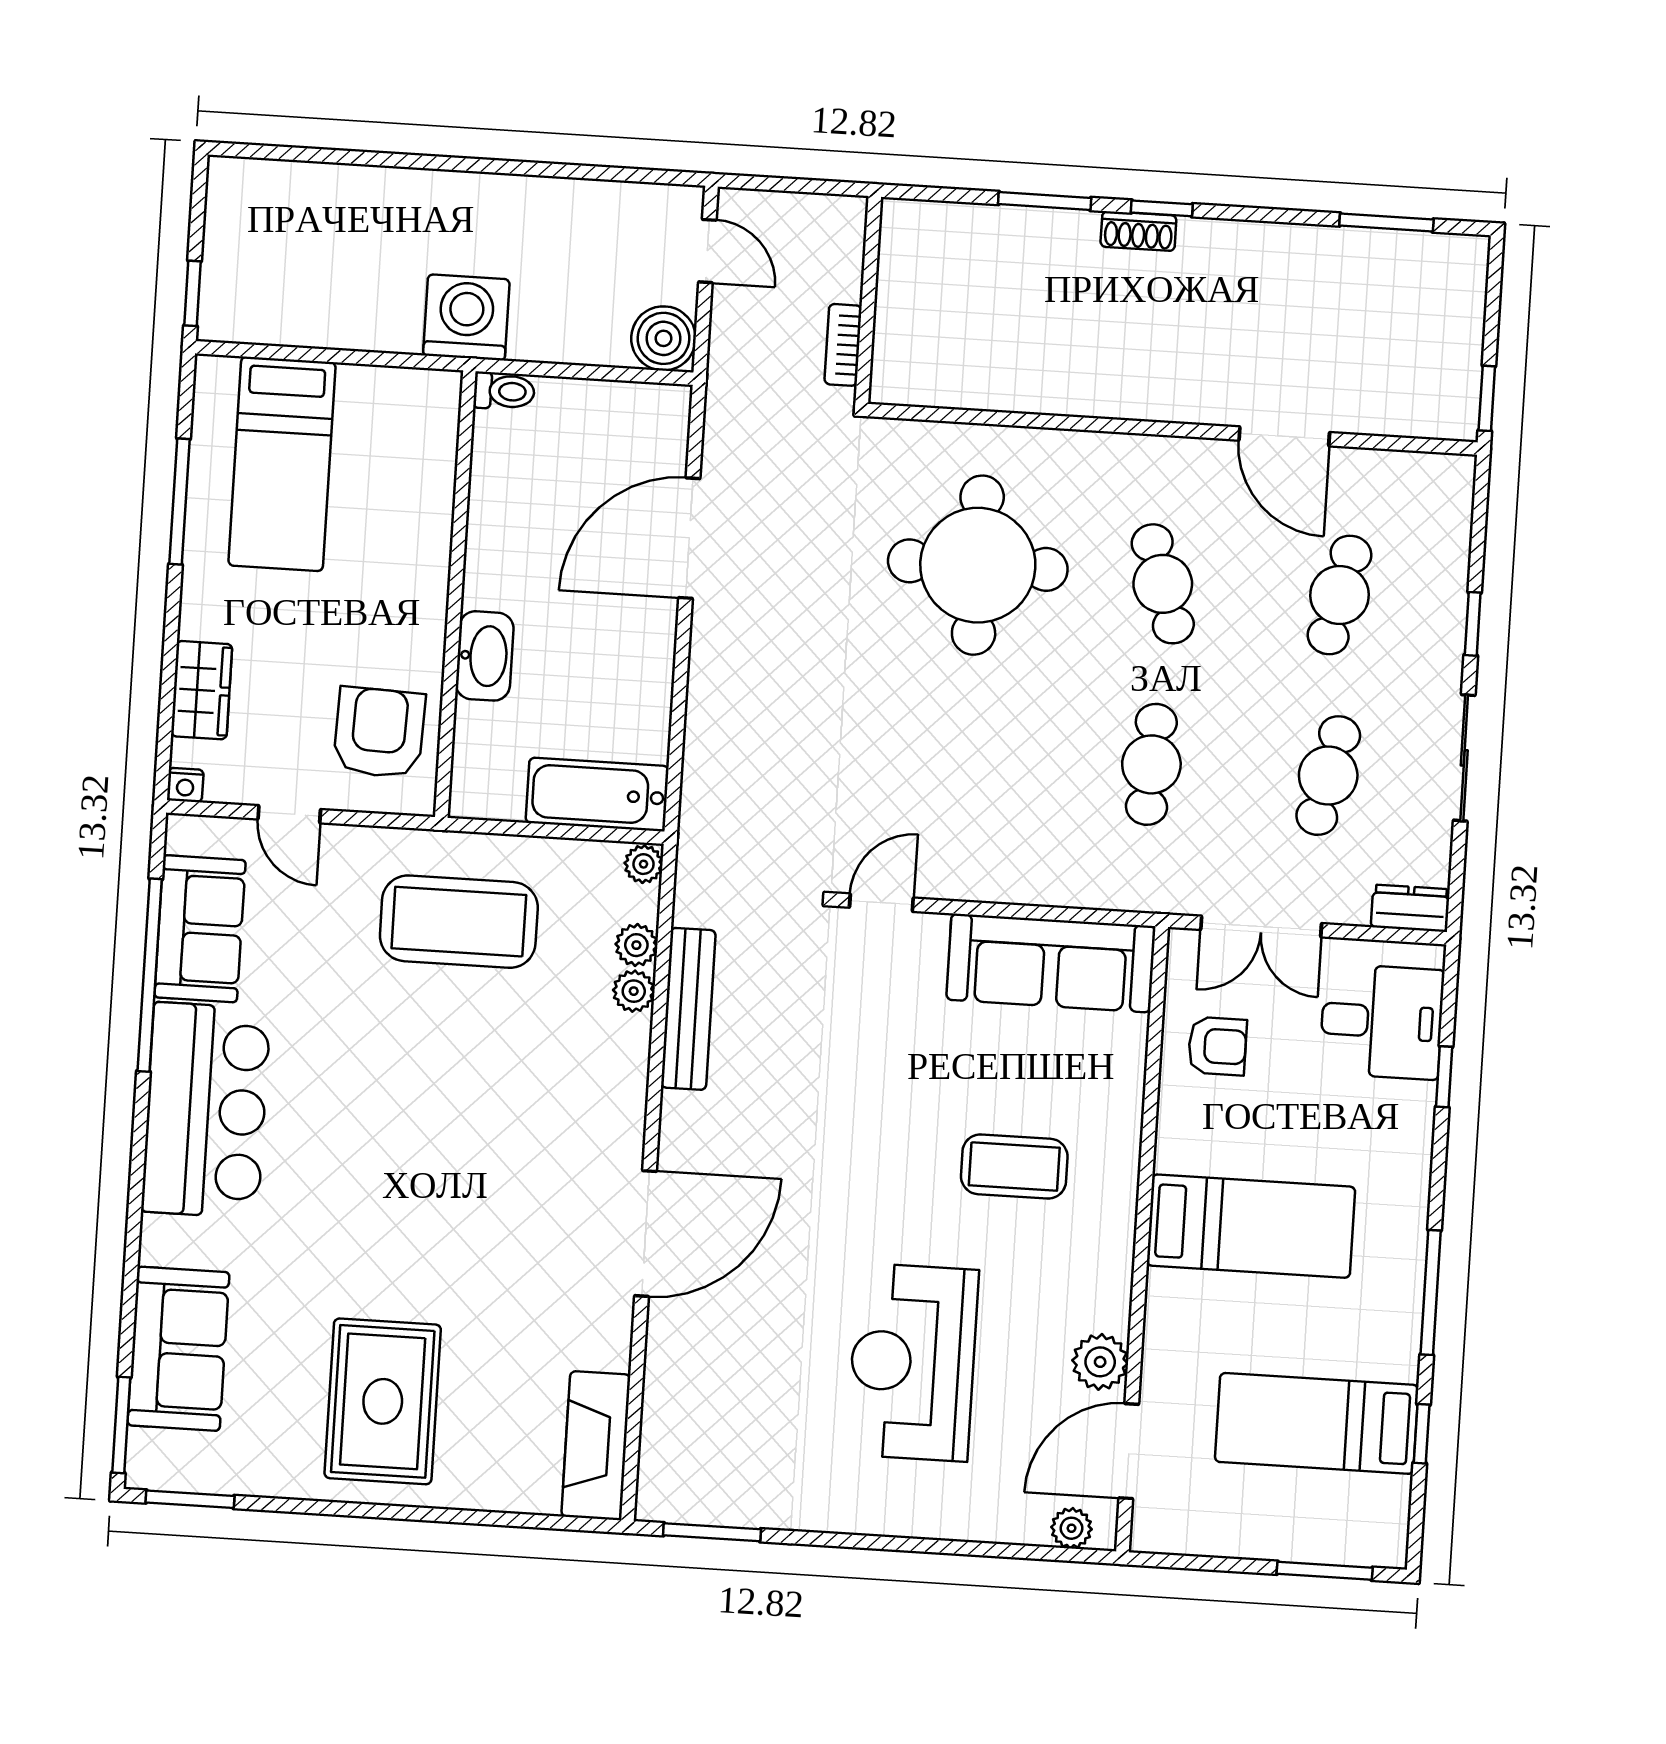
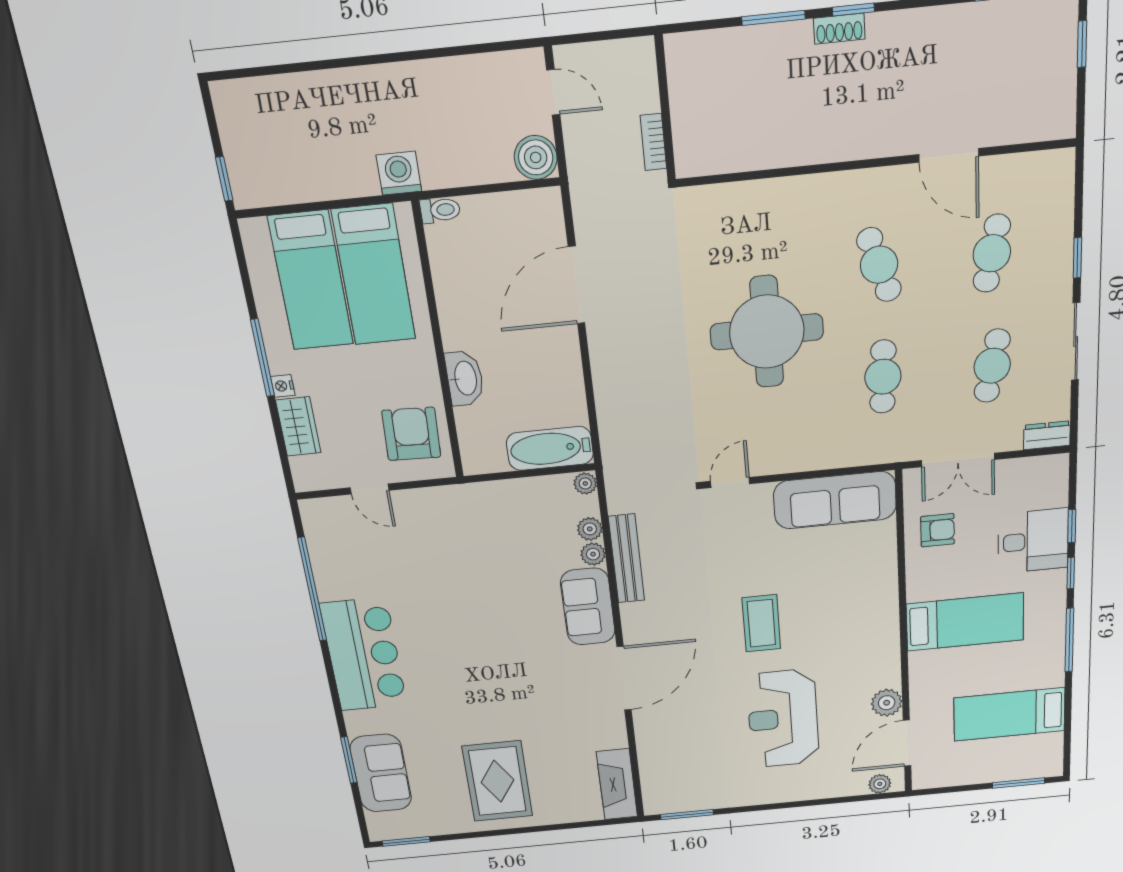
washing machine: (466, 317) -> (399, 173), width x0.73, depth x0.73
window: (1487, 398) -> (1082, 44), moved
bed: (381, 471) -> (374, 275), added
window: (179, 501) -> (263, 358), moved
round table: (978, 565) -> (767, 332), moved
nightstand: (185, 785) -> (283, 386), moved, turned 90
coffee table: (459, 922) -> (483, 533), removed
sofa: (200, 929) -> (588, 607), moved, turned 180
desk: (1382, 1022) -> (1033, 541), moved
coffee table: (1014, 1166) -> (761, 623), moved, turned 90
window: (121, 1425) -> (349, 760), moved
window: (1422, 1434) -> (1071, 573), moved

